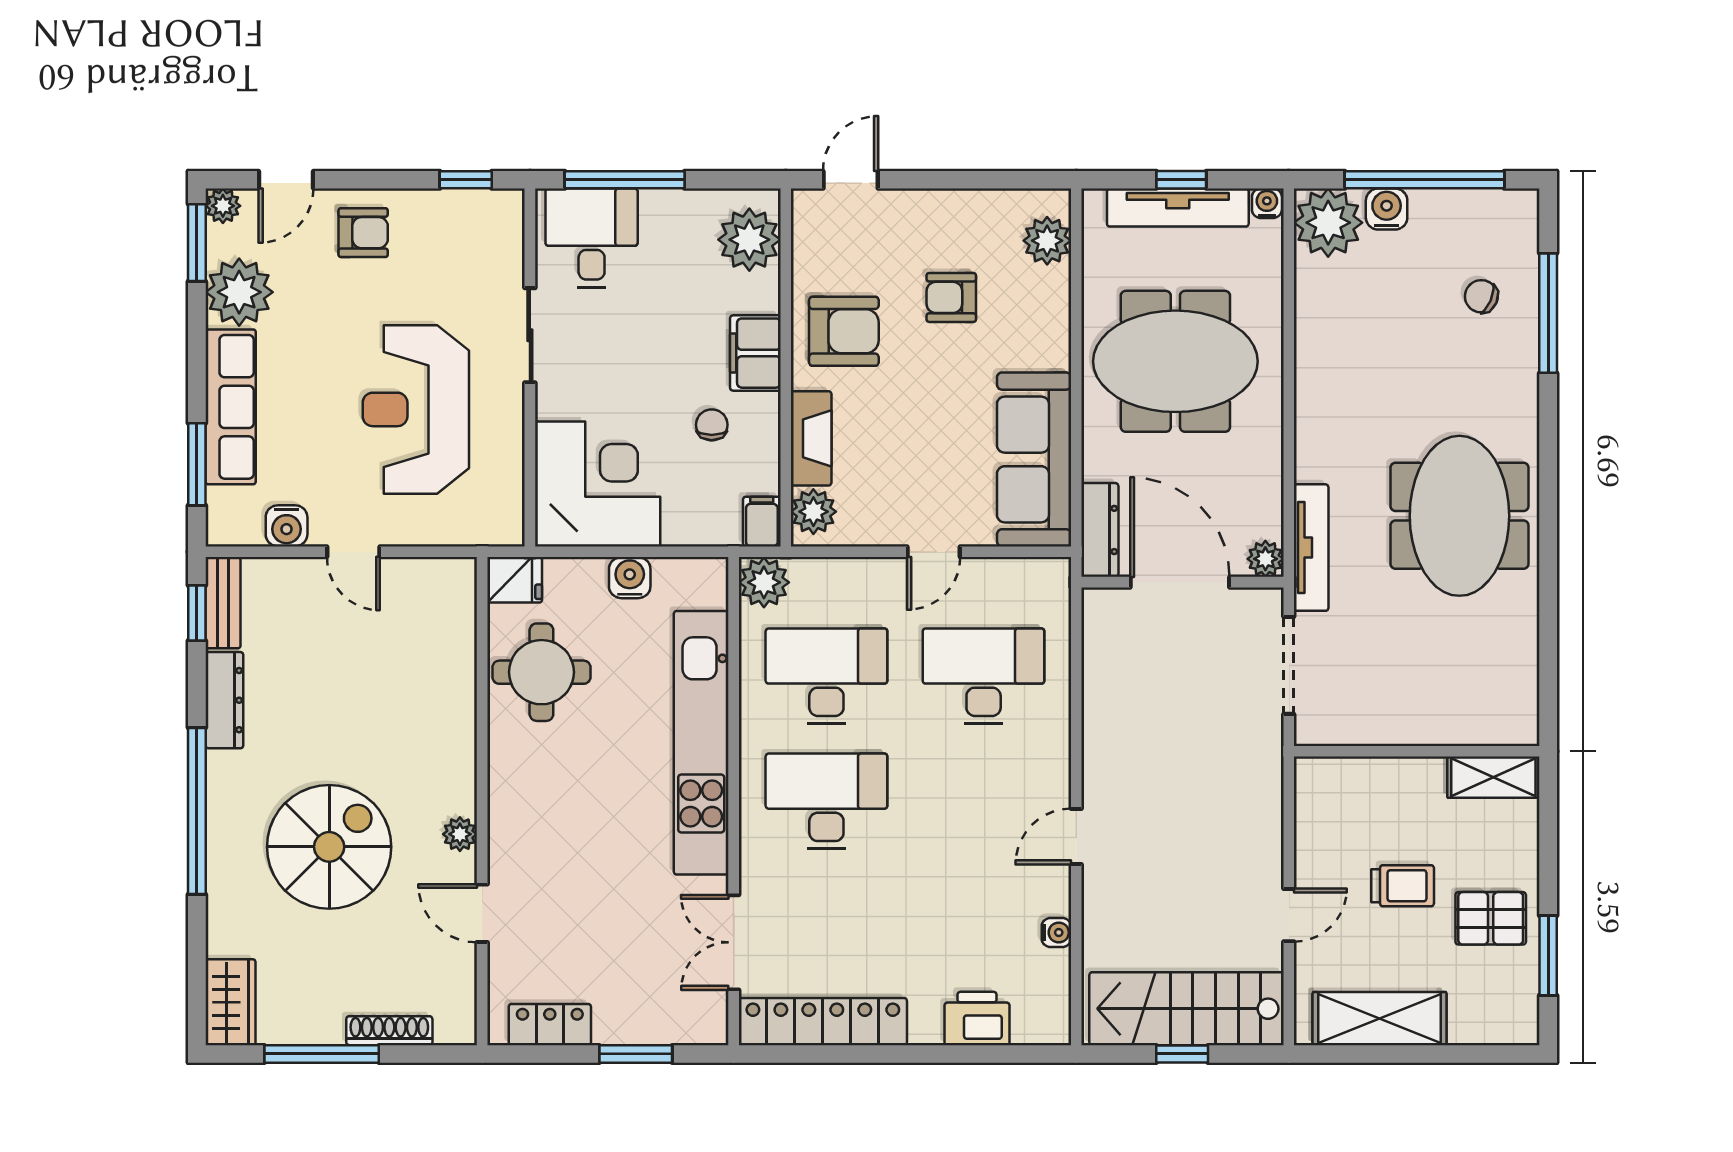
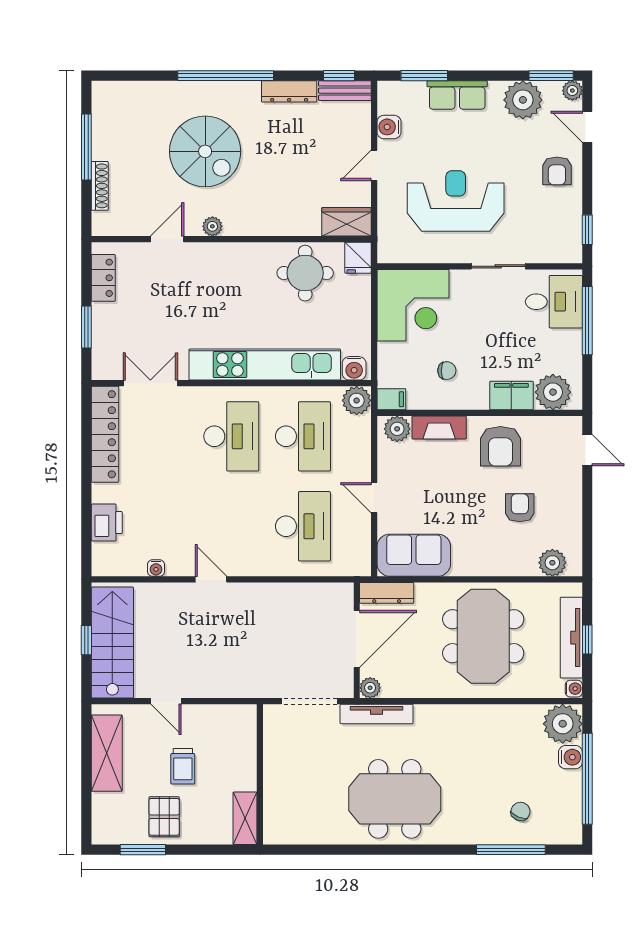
filing cabinet: (755, 353) -> (511, 396), moved
row of seats: (231, 407) -> (457, 95), width x0.68
sofa: (1034, 459) -> (414, 555), width x0.73
water cooler: (630, 578) -> (354, 368), moved, turned 90
wardrobe: (230, 1002) -> (346, 222), moved, turned 180

